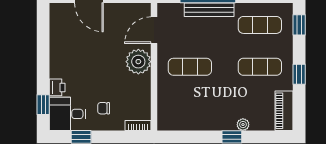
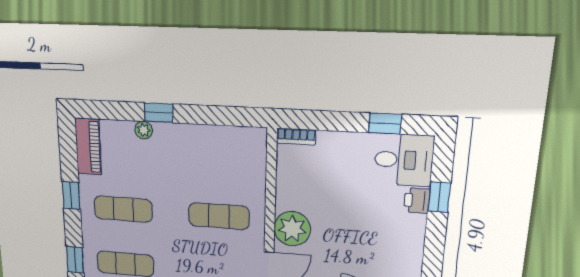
window: (43, 105) -> (439, 197), moved
chair: (104, 108) -> (347, 165), removed

